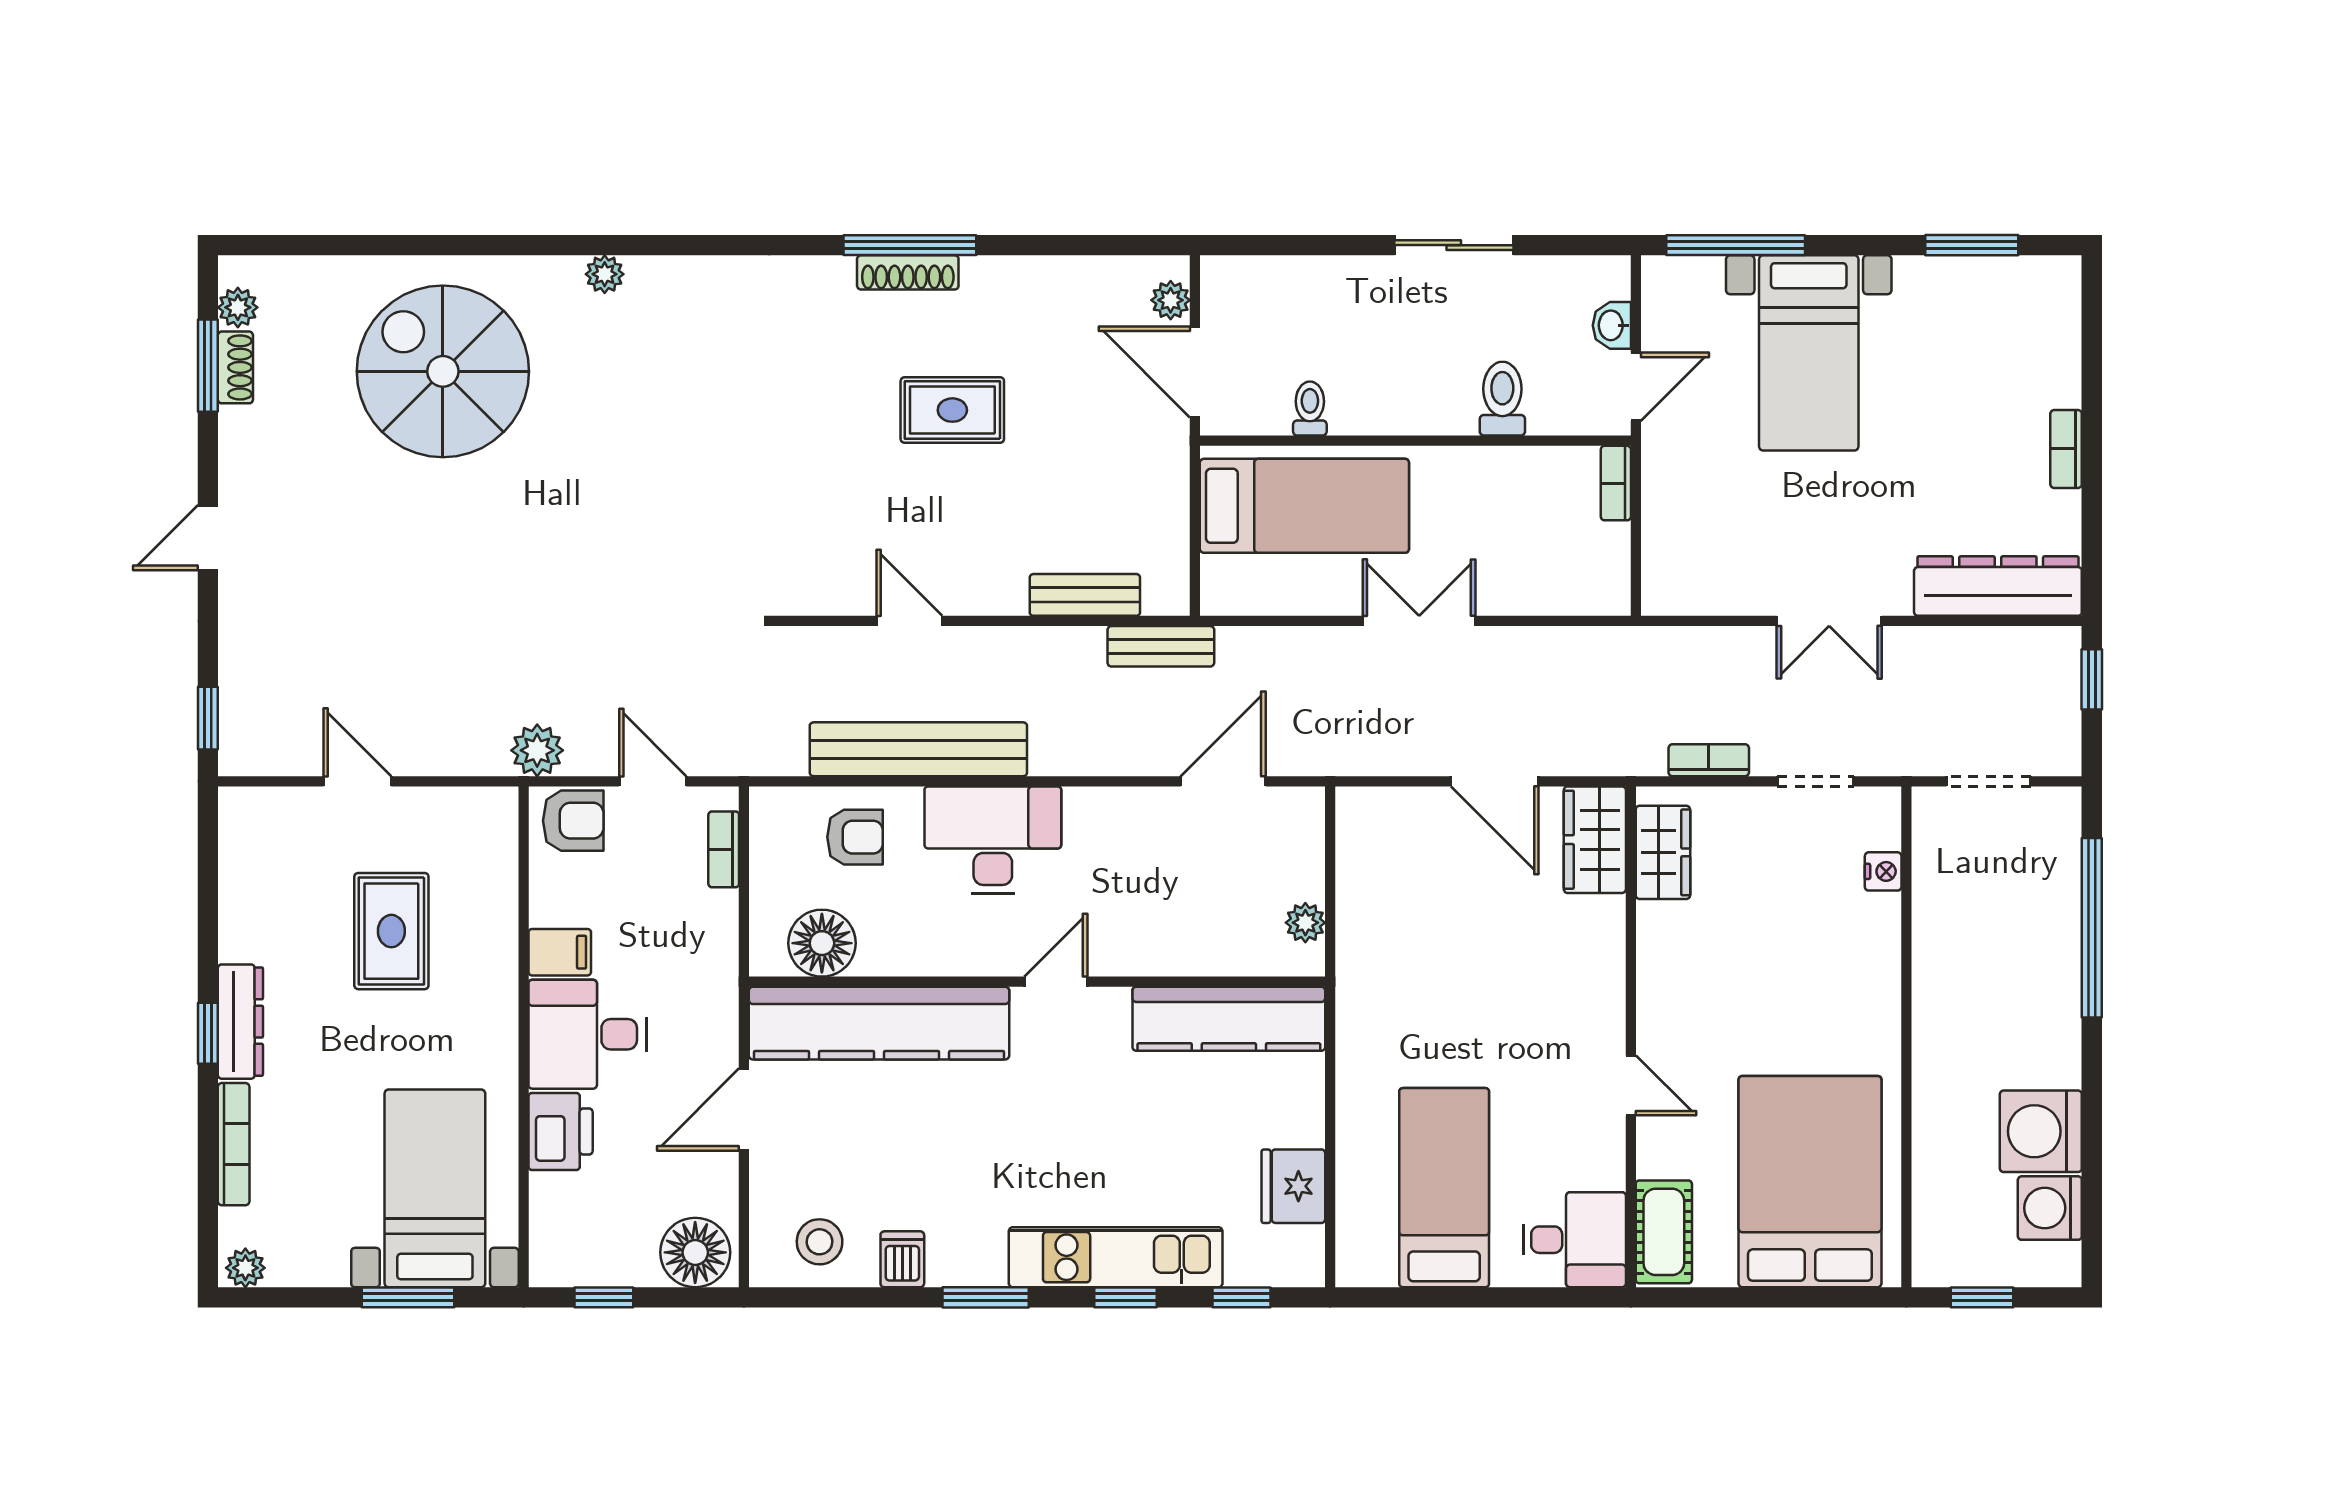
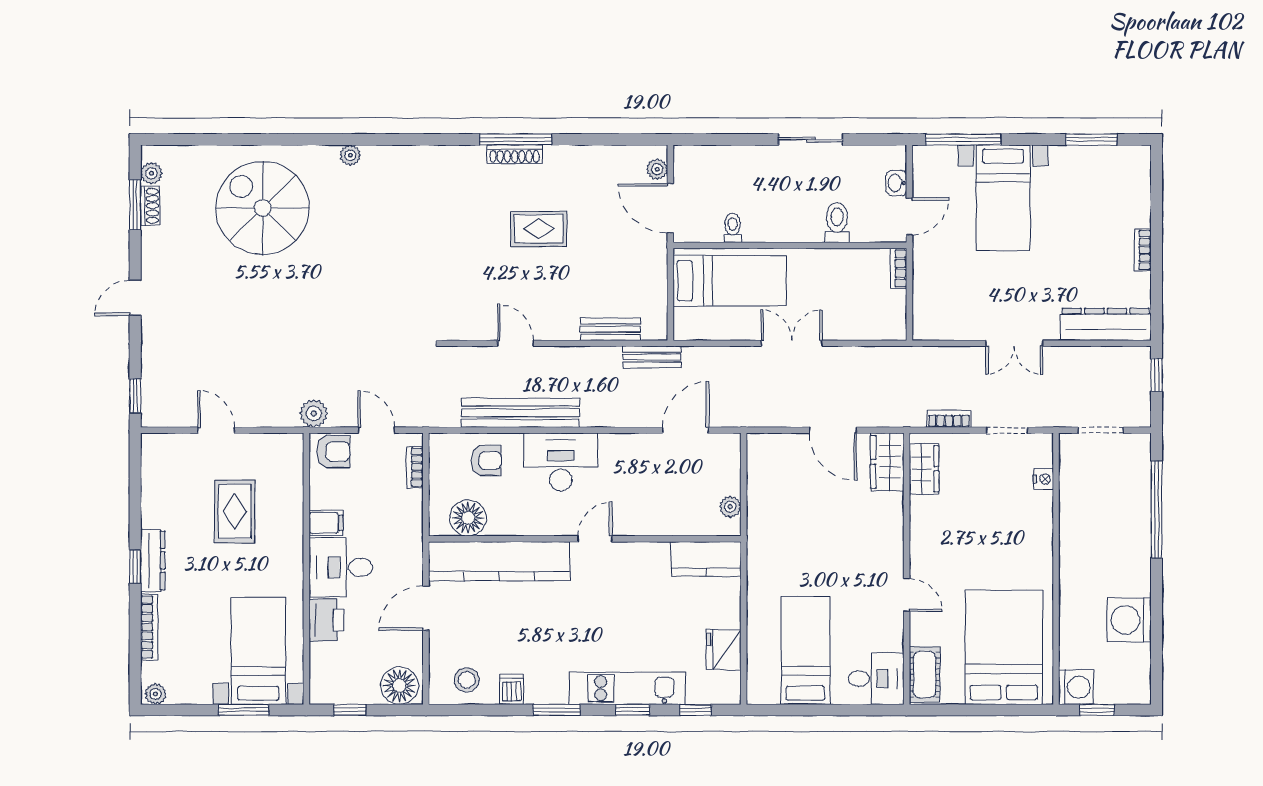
kitchen counter: (1229, 1019) -> (706, 559), width x0.67
washing machine: (2050, 1208) -> (1076, 687), moved, turned 180

